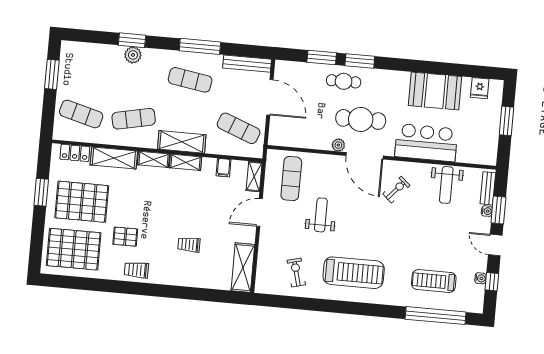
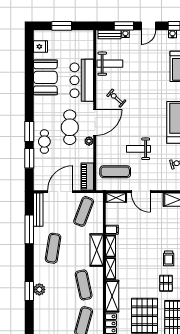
window: (200, 46) -> (29, 229), moved
piano: (288, 138) -> (87, 177), added
filing cabinet: (224, 168) -> (112, 230), moved
trolley: (189, 245) -> (169, 258), moved

